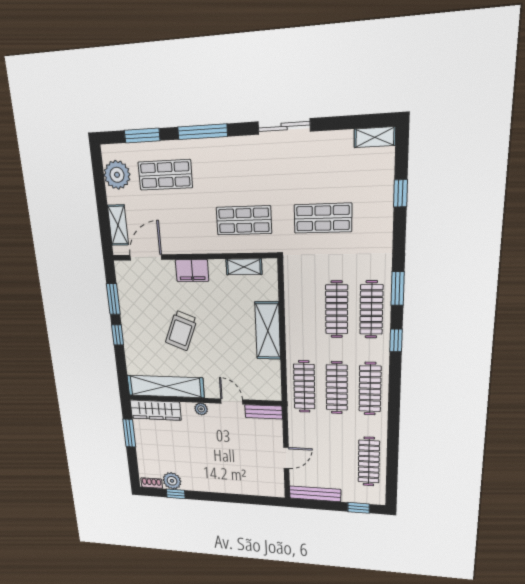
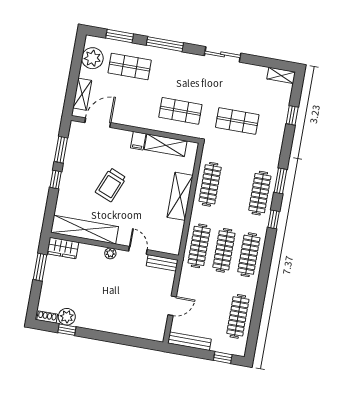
shelving: (244, 267) -> (166, 145), width x1.50, depth x1.33
filing cabinet: (192, 271) -> (138, 141), width x0.50
clothes rail: (337, 309) -> (210, 184), moved
wardrobe: (155, 410) -> (63, 248), width x0.67

